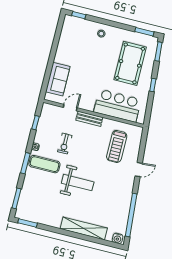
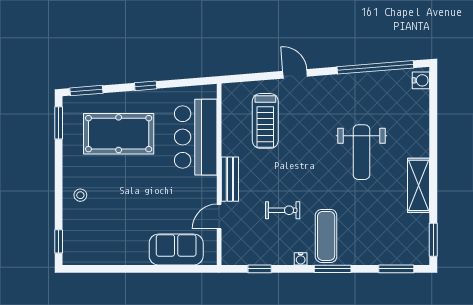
door: (70, 108) -> (219, 216), hinge flipped
treadmill: (117, 146) -> (265, 121), turned 90
weight bench: (78, 183) -> (361, 152), moved, turned 180
shelving: (84, 228) -> (418, 185), moved, width x0.68

